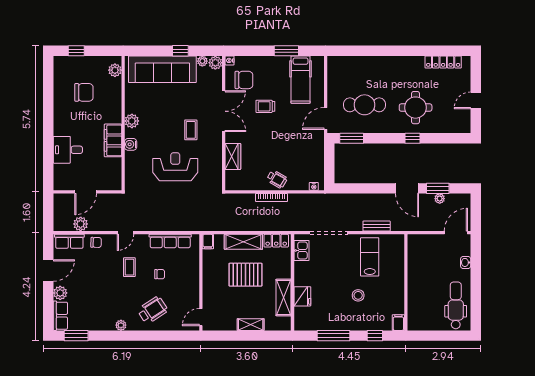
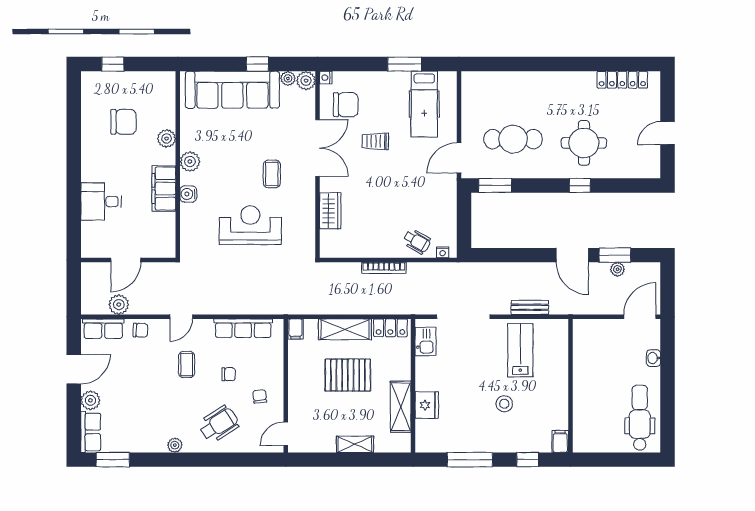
plant: (115, 70) -> (167, 138), moved
wheelchair: (277, 179) -> (417, 241), moved
chair: (182, 290) -> (260, 396), added

